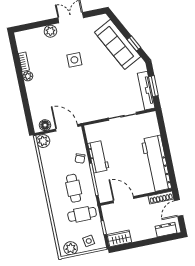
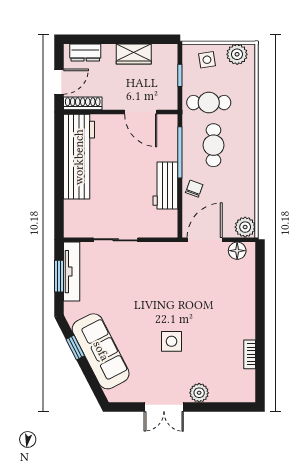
plant: (28, 76) -> (248, 331), removed
door: (67, 128) -> (205, 240), swing flipped
wardrobe: (119, 238) -> (134, 54), moved

